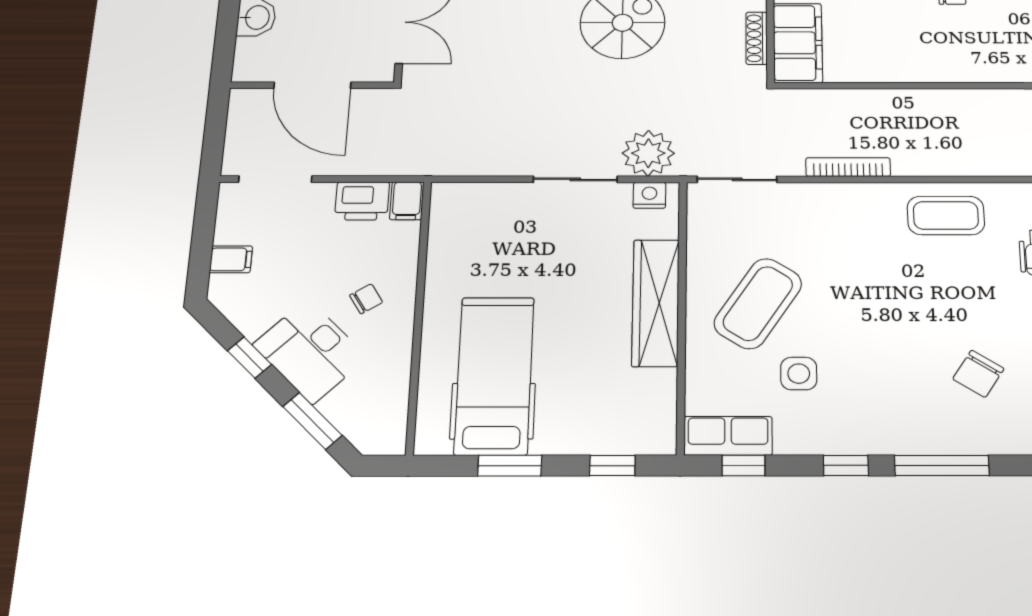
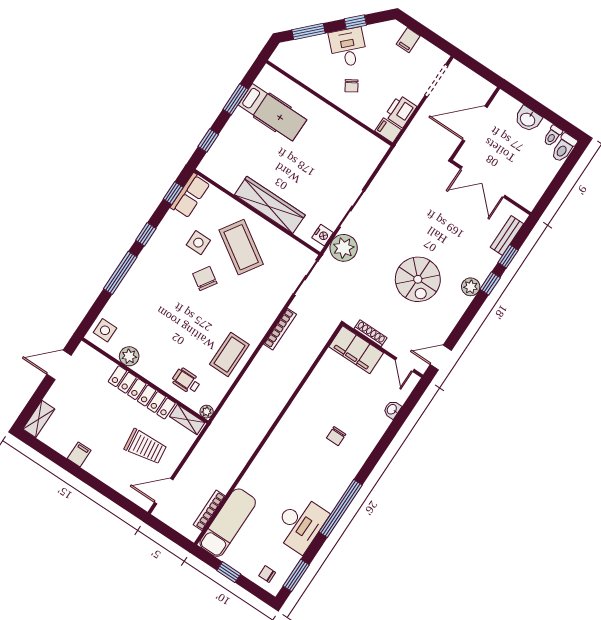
desk: (310, 351) -> (348, 47), width x0.73
chair: (978, 374) -> (205, 279), moved
hospital bed: (494, 375) -> (272, 112), width x0.73, depth x0.78

